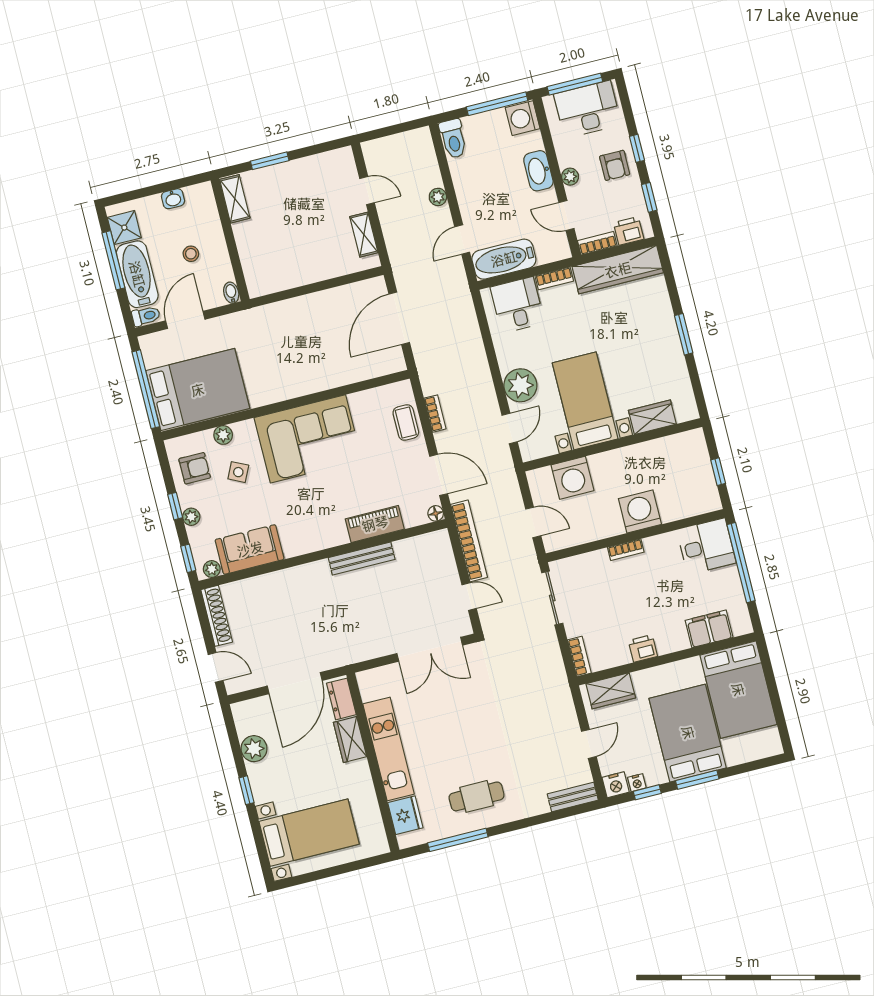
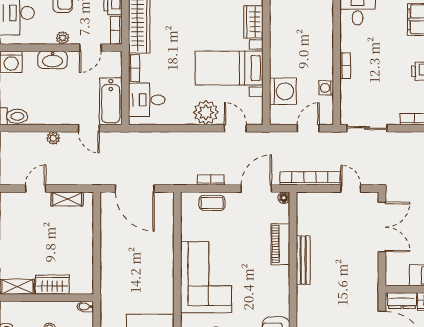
wardrobe: (249, 243) -> (52, 285), added
washing machine: (640, 511) -> (326, 88), moved, width x0.53, depth x0.53
door: (469, 597) -> (351, 189), hinge flipped

